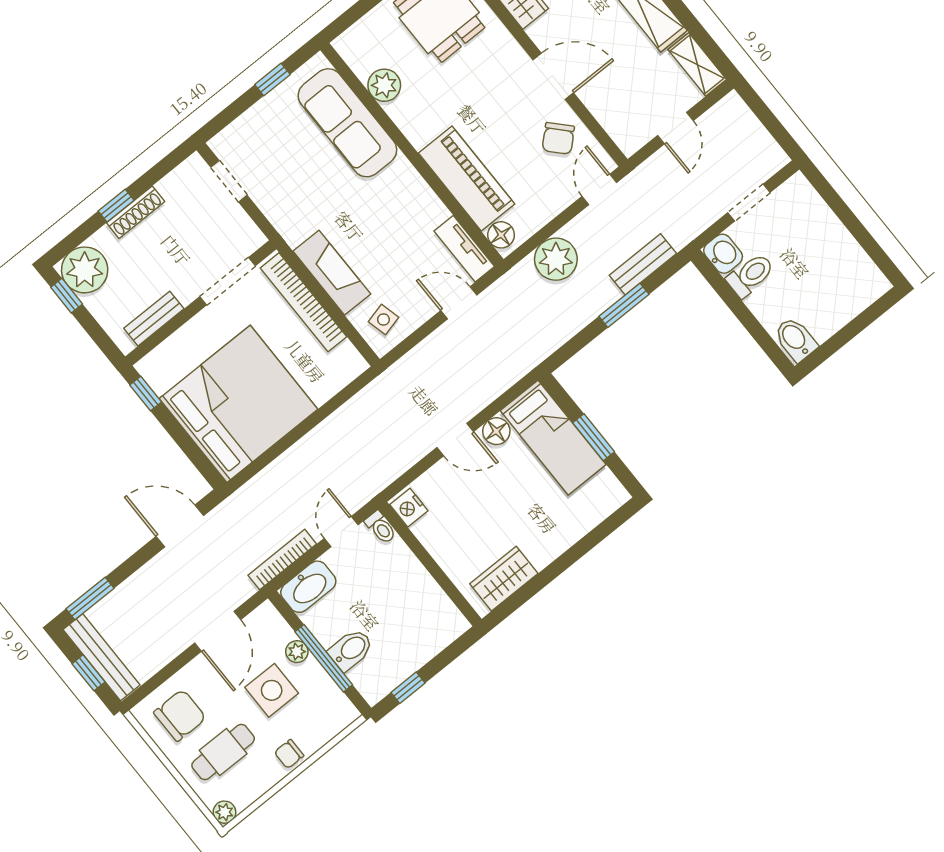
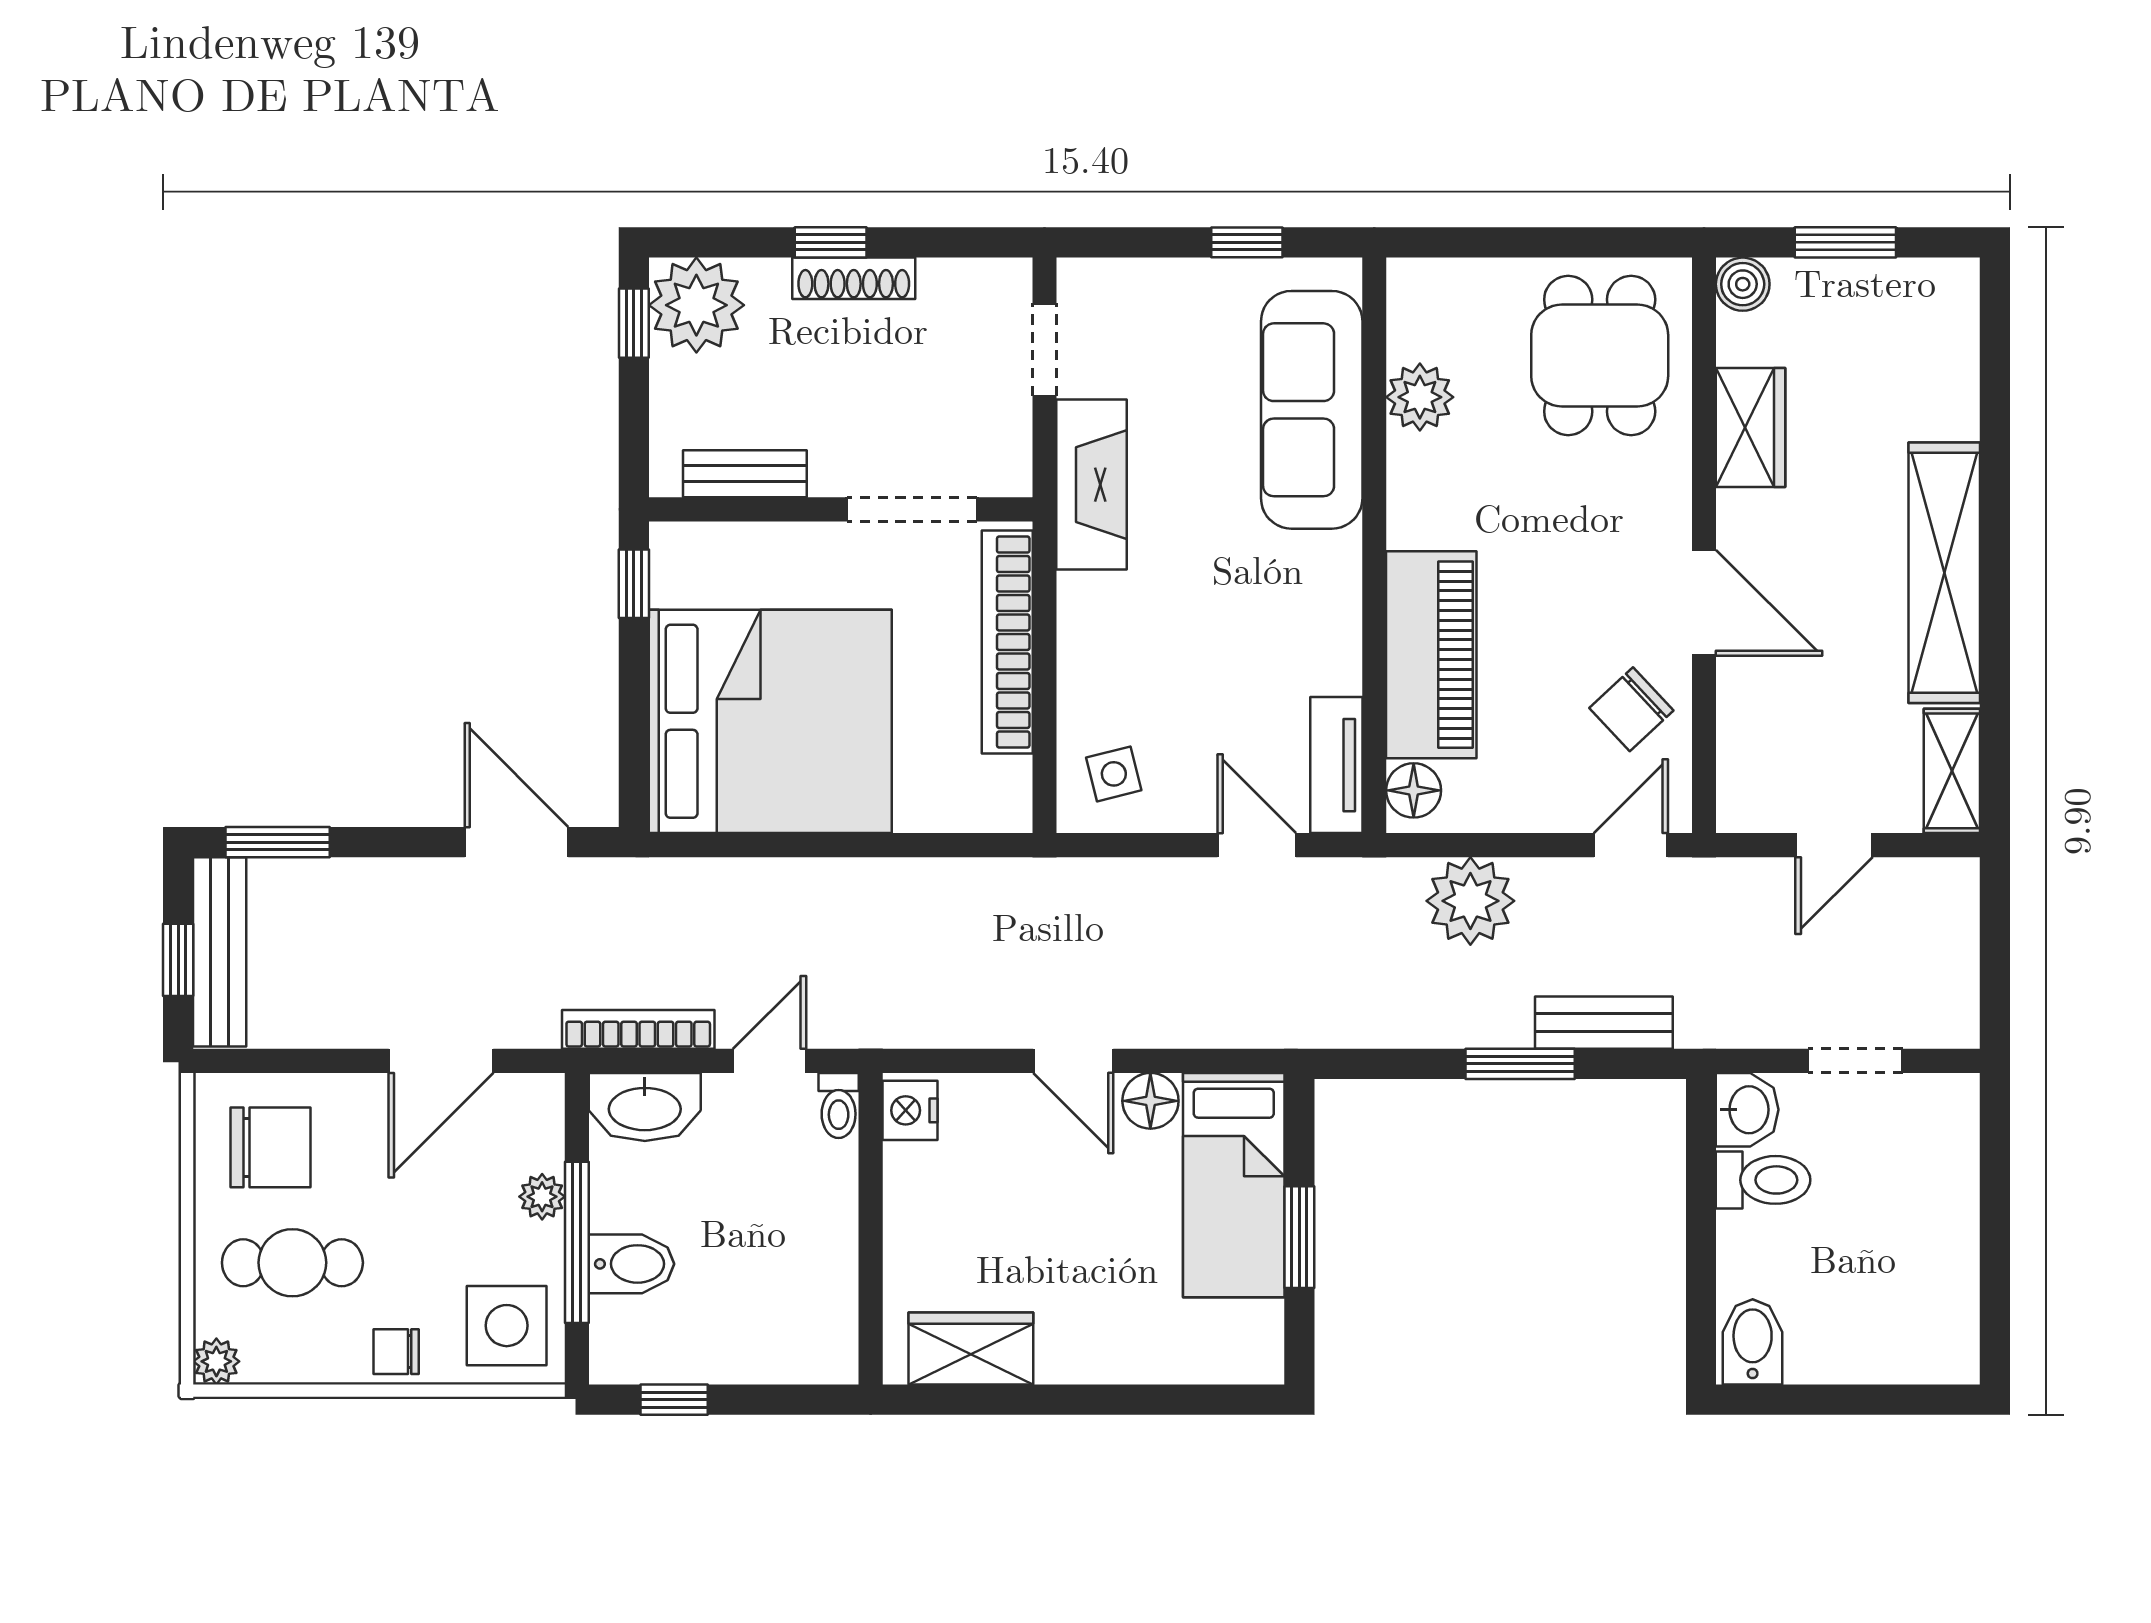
fireplace: (332, 273) -> (1092, 485), moved
side table: (272, 690) -> (507, 1326), moved

